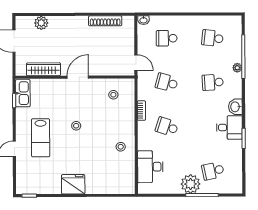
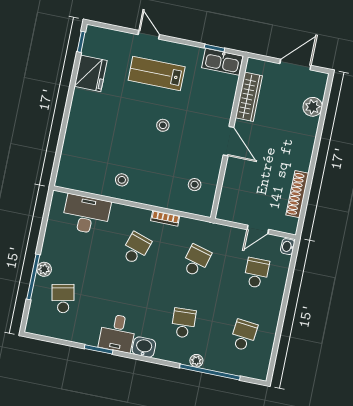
door: (136, 63) -> (258, 230), moved
fridge: (73, 184) -> (91, 73), moved
plant: (191, 184) -> (44, 269), width x0.53, depth x0.53

